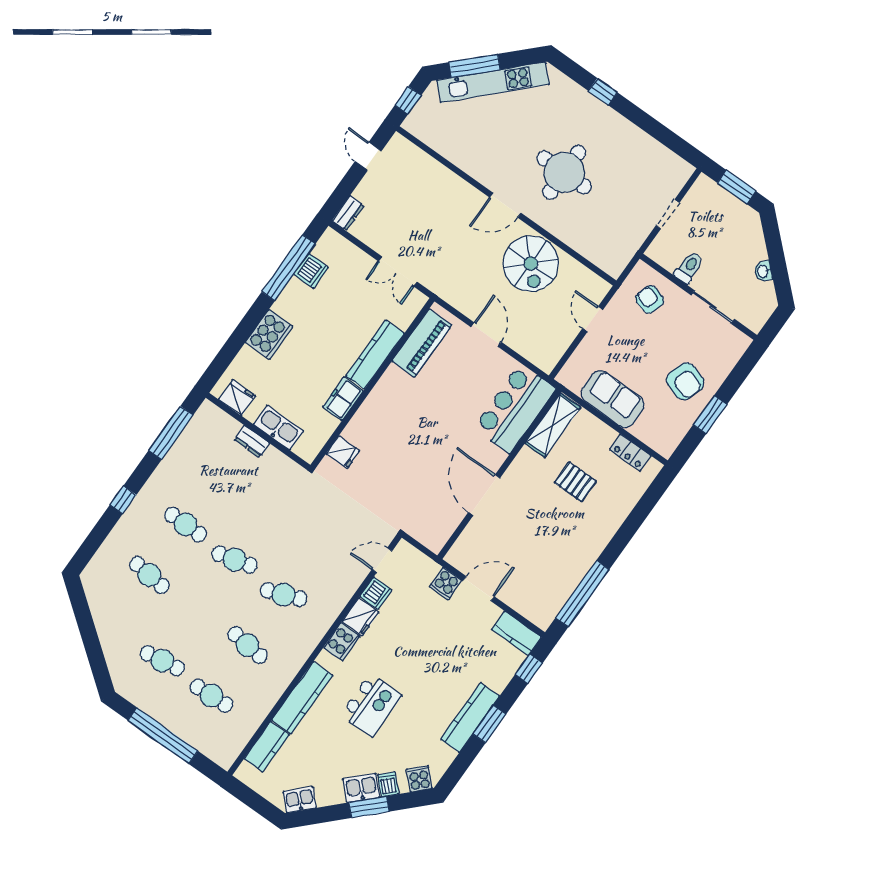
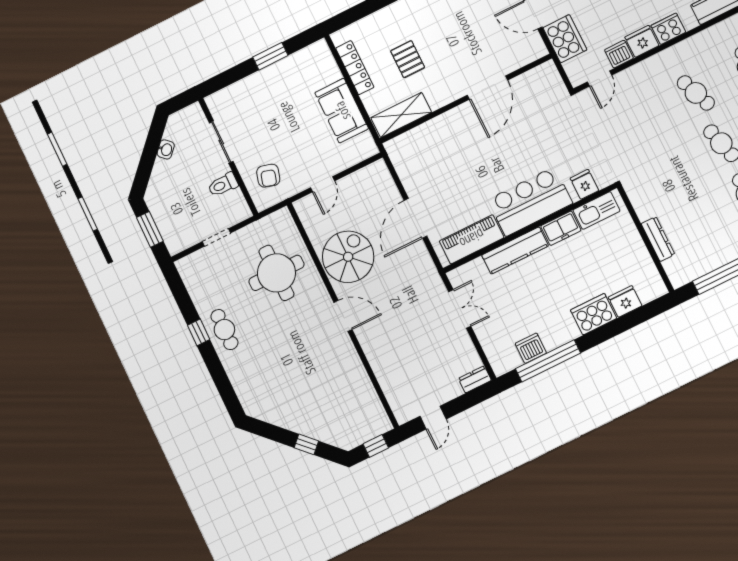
window: (475, 66) -> (306, 444), width x0.46
kitchen unit: (493, 82) -> (299, 423), removed
window: (603, 92) -> (199, 332), moved
cafe table: (612, 131) -> (224, 330), added
round table: (564, 172) -> (276, 273), moved
door: (486, 334) -> (415, 218), width x1.36
armchair: (685, 381) -> (276, 94), removed
fridge: (237, 398) -> (625, 302), moved, turned 90
bar counter: (515, 408) -> (530, 201), moved, turned 180
kitchen sink: (278, 428) -> (596, 210), moved, turned -90
dresser: (252, 441) -> (658, 239), width x1.44
locker: (630, 453) -> (355, 68), width x1.53
door: (382, 560) -> (599, 79), hinge flipped
cooker: (446, 584) -> (565, 39), width x1.87, depth x1.31

